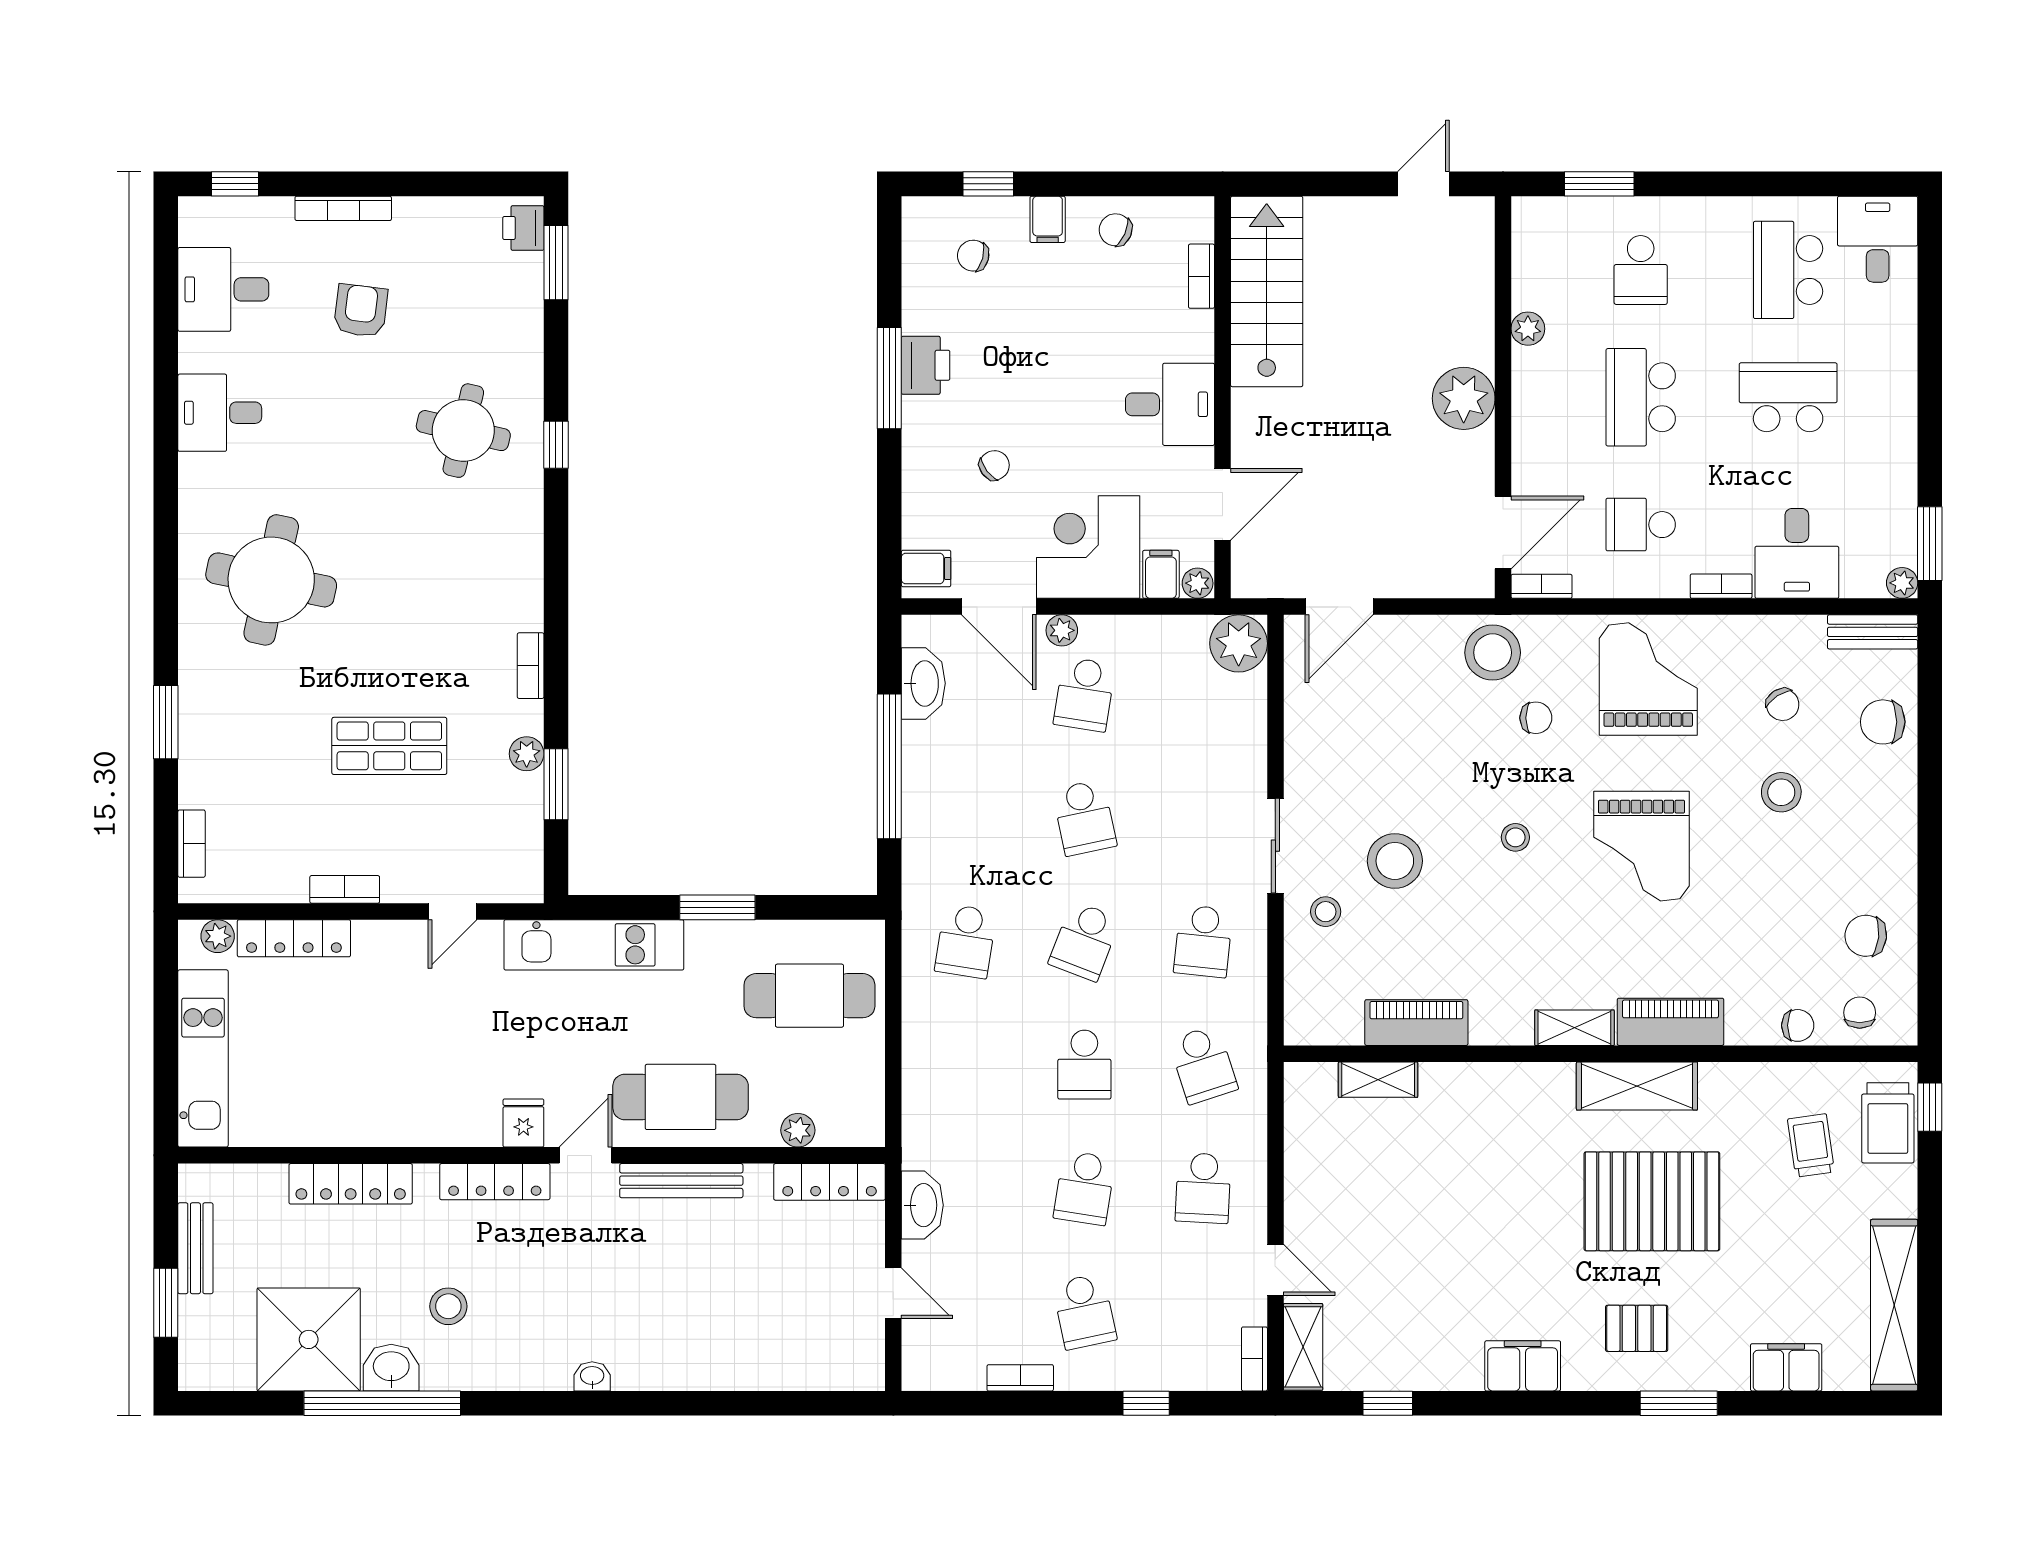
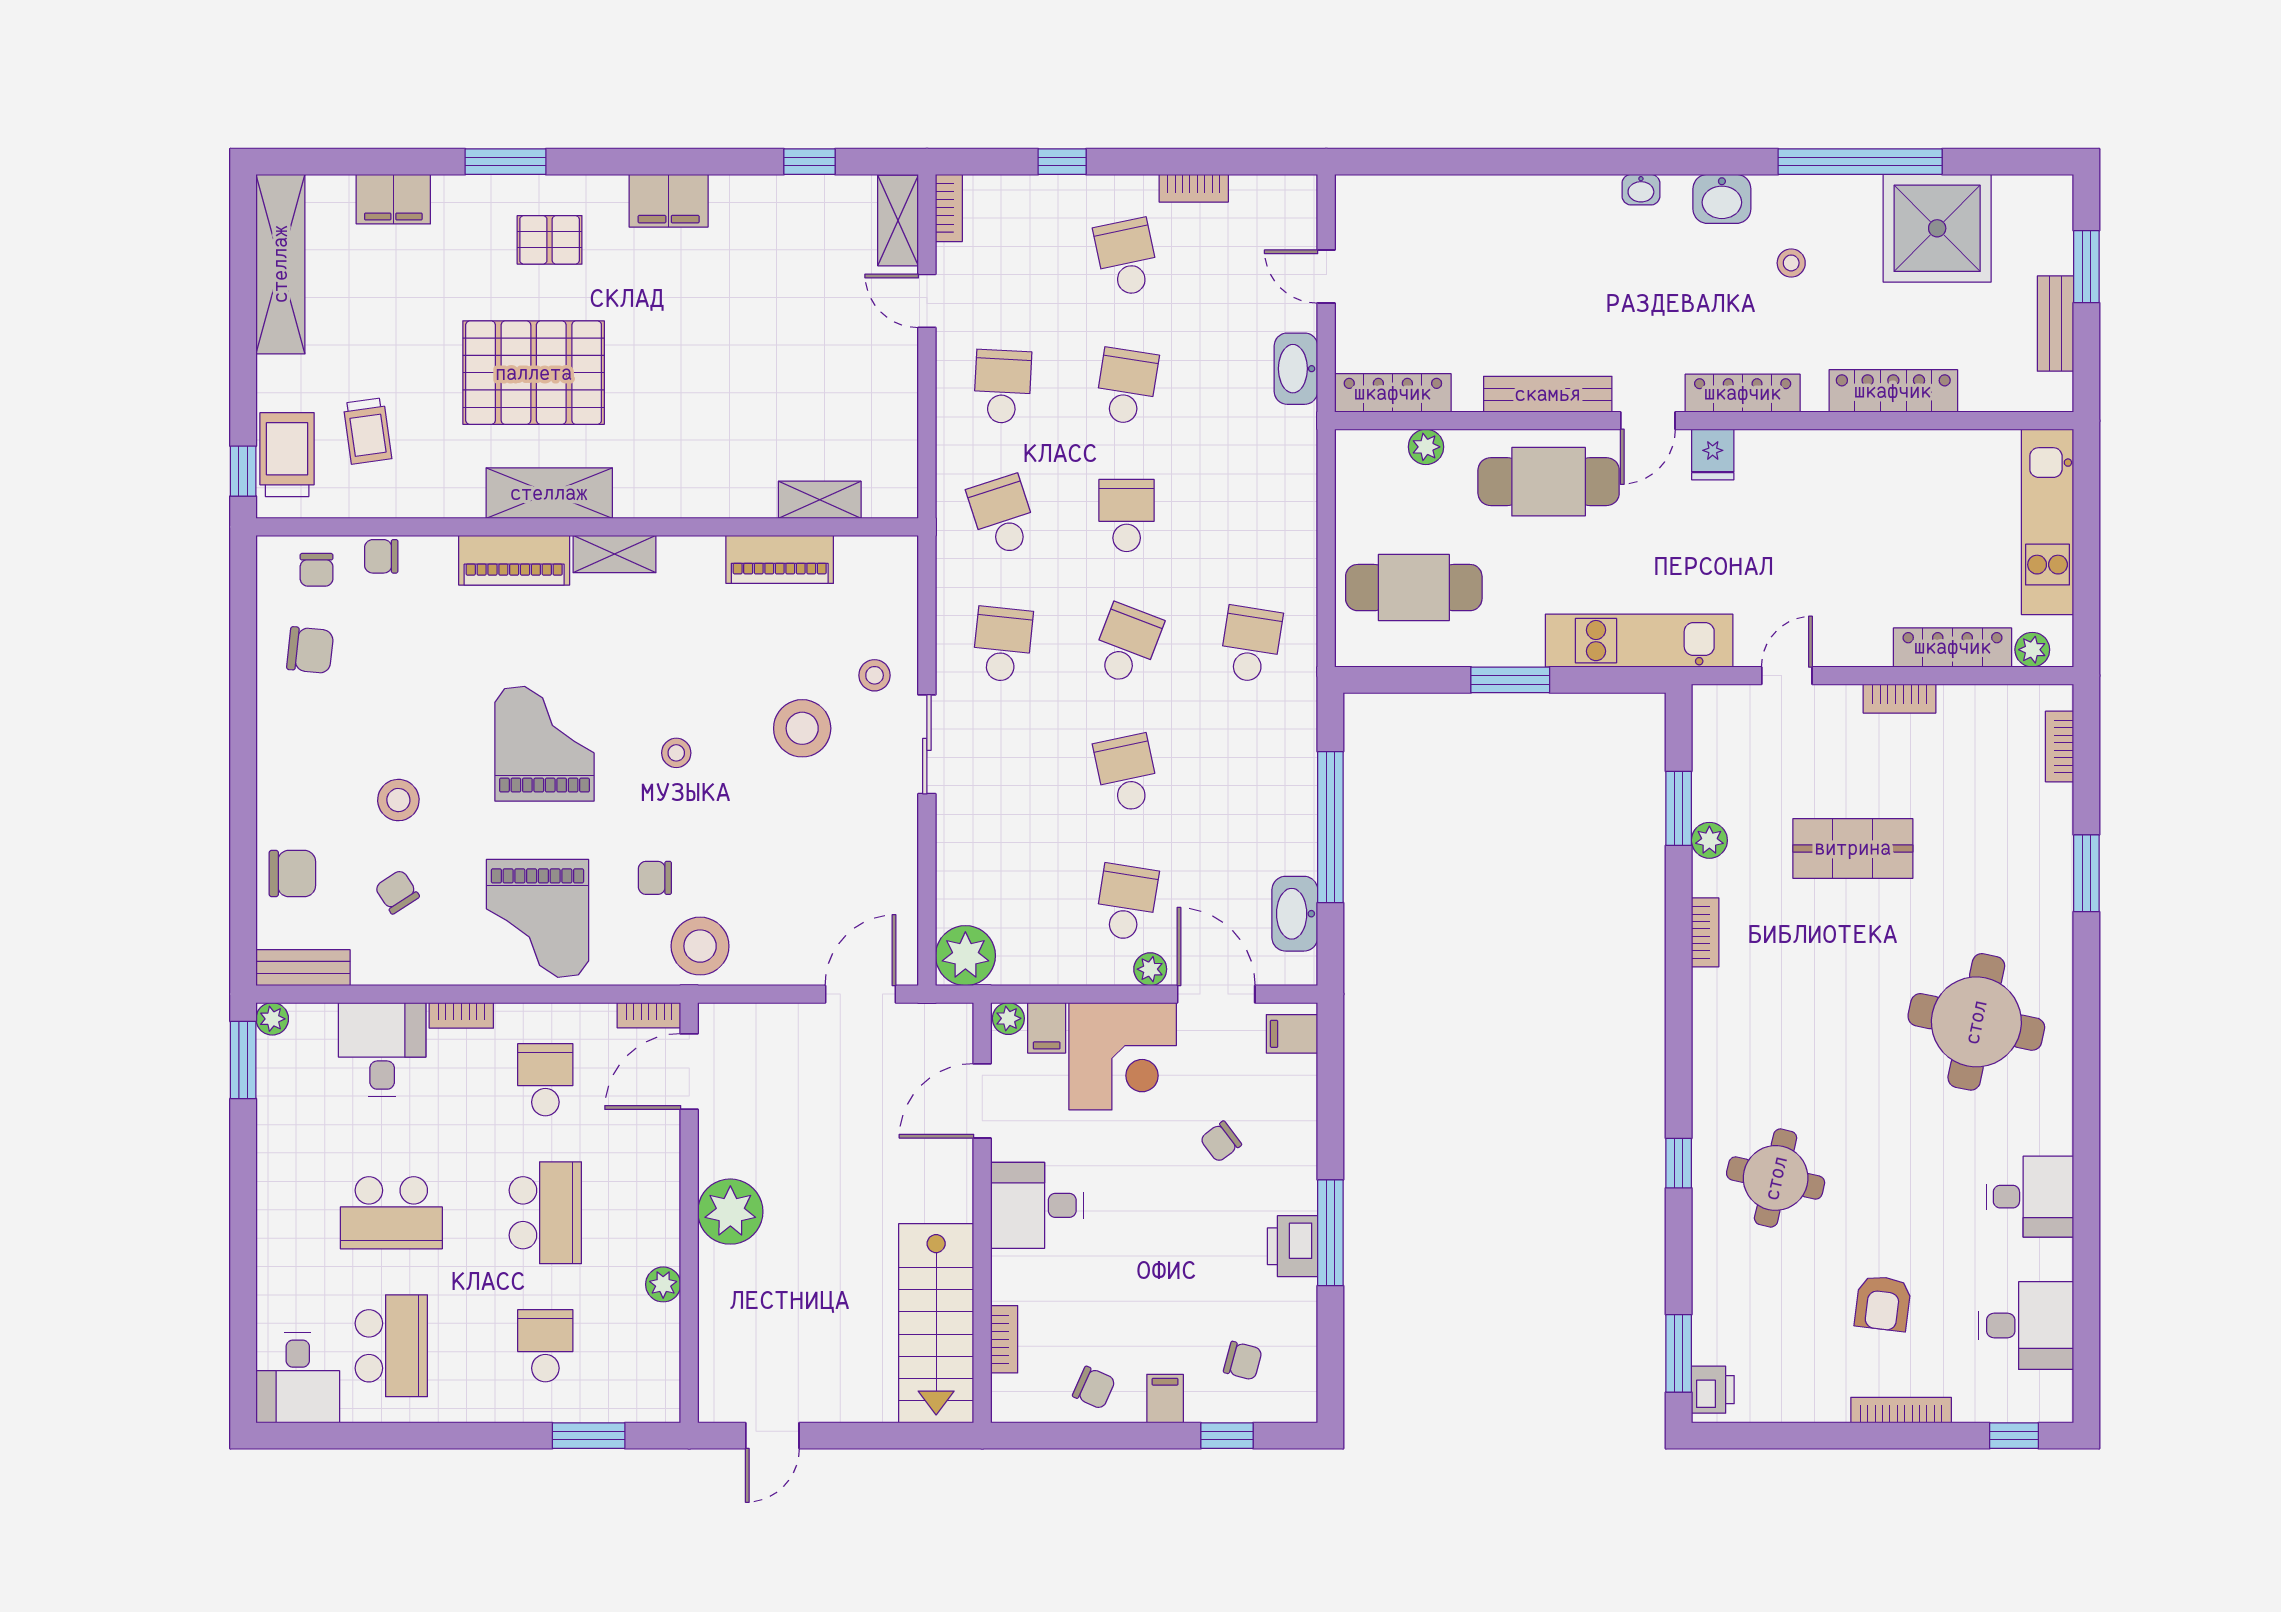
school desk: (1641, 525) -> (545, 1080), turned -90
stool: (448, 1306) -> (1791, 263), width x0.73, depth x0.73
washbasin: (391, 1368) -> (1722, 199), moved

